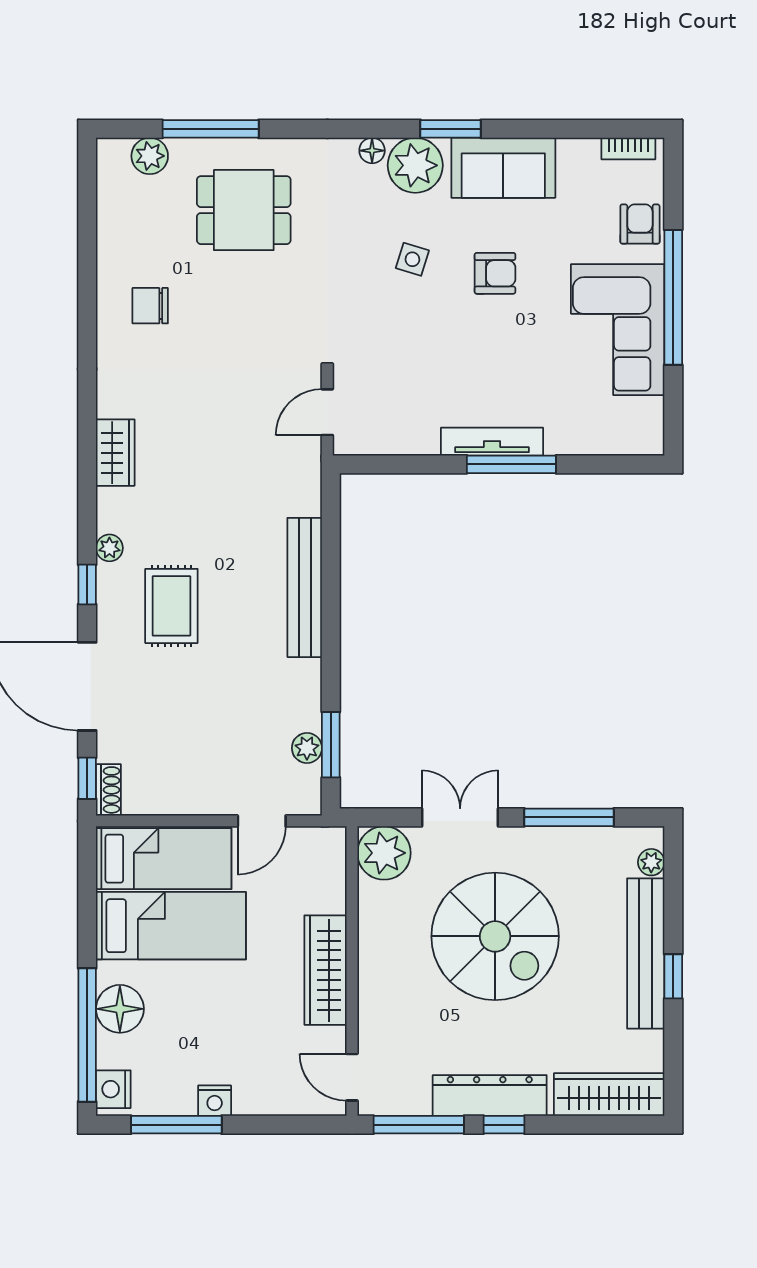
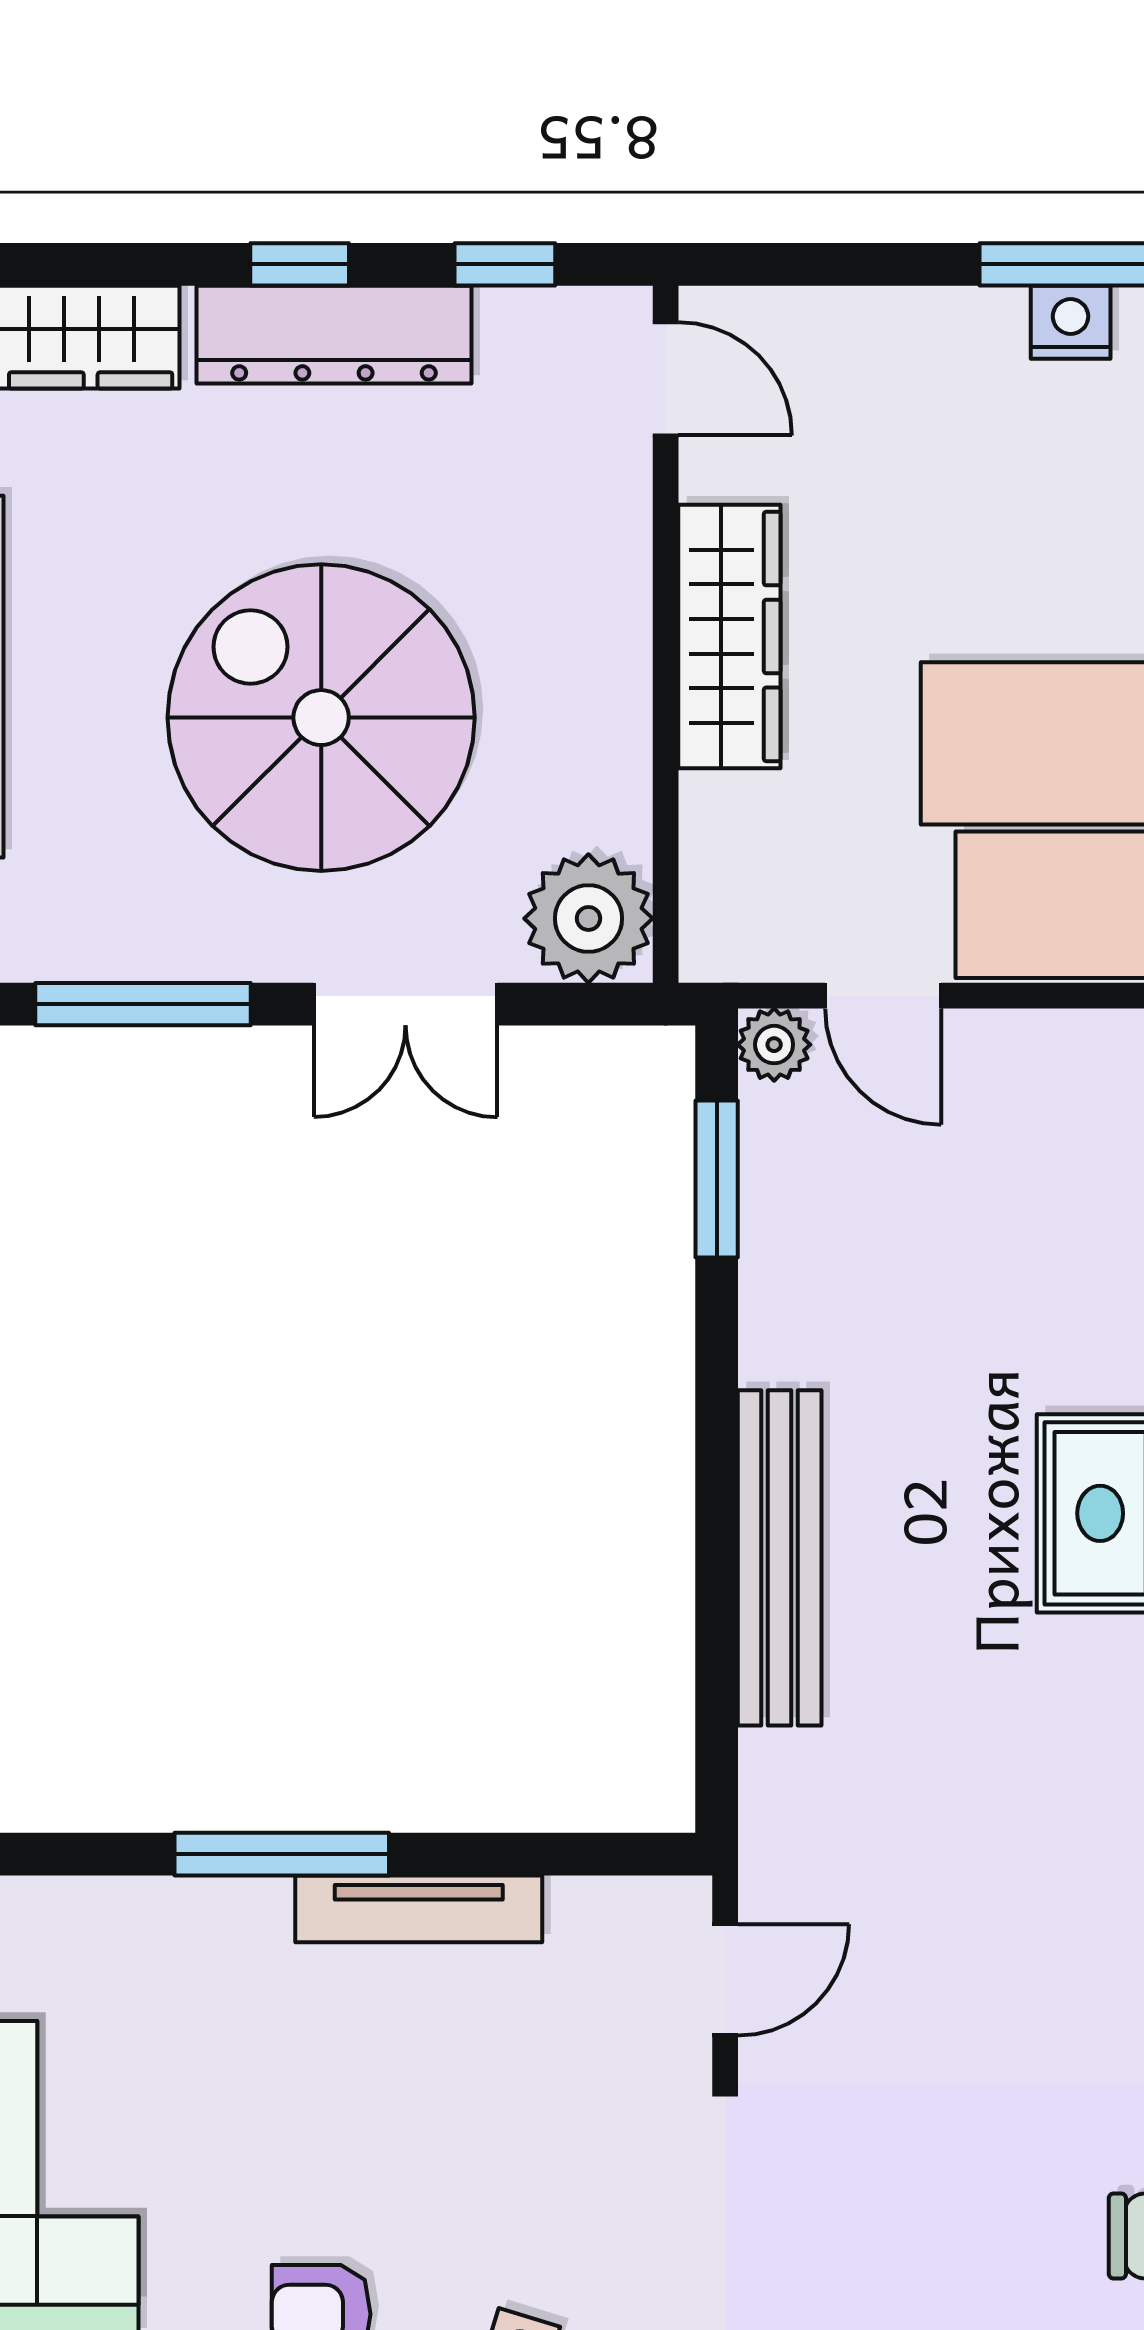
tv unit: (492, 442) -> (419, 1909), moved
plant: (307, 748) -> (774, 1045), moved
door: (262, 821) -> (883, 996), swing flipped
nightstand: (215, 1101) -> (1071, 322), moved
window: (419, 1125) -> (505, 264), width x0.46

